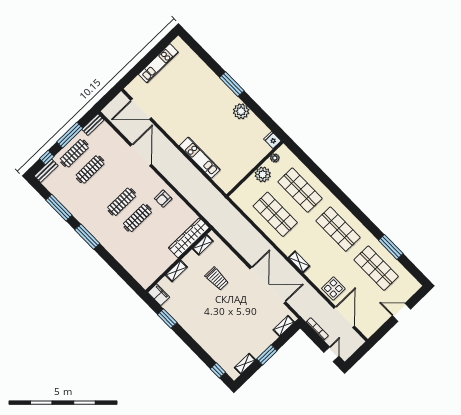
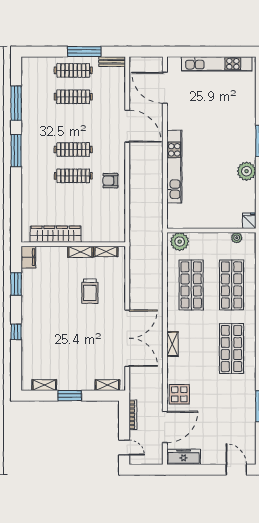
kitchen unit: (158, 63) -> (217, 64), width x1.36
door: (141, 155) -> (127, 126), hinge flipped
window: (47, 157) -> (47, 52), removed
kitchen unit: (200, 158) -> (174, 167), width x1.36
bench: (46, 171) -> (35, 62), removed
plant: (263, 174) -> (180, 242), moved
wardrobe: (189, 238) -> (56, 234), moved
shop shelf: (376, 268) -> (232, 412), removed
shelving: (176, 271) -> (80, 252), moved
door: (401, 312) -> (236, 470), moved
freezer: (373, 324) -> (184, 457), added
door: (331, 354) -> (124, 447), hinge flipped
window: (218, 370) -> (16, 332), moved

